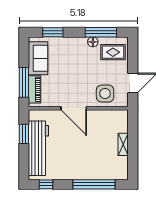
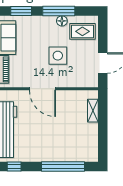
window: (101, 32) -> (59, 11), moved
side table: (105, 94) -> (58, 56), moved
shelving: (123, 144) -> (93, 111), moved

